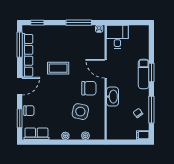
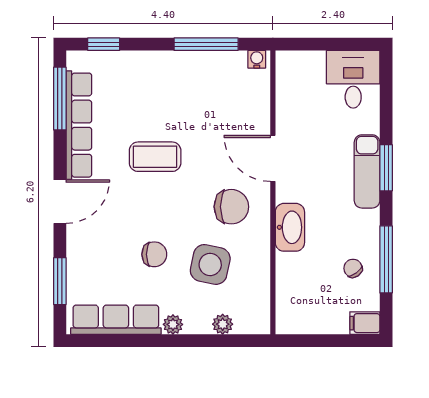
desk: (117, 37) -> (353, 79), moved
chair: (29, 111) -> (154, 254), moved
row of seats: (36, 134) -> (116, 320), width x1.48

